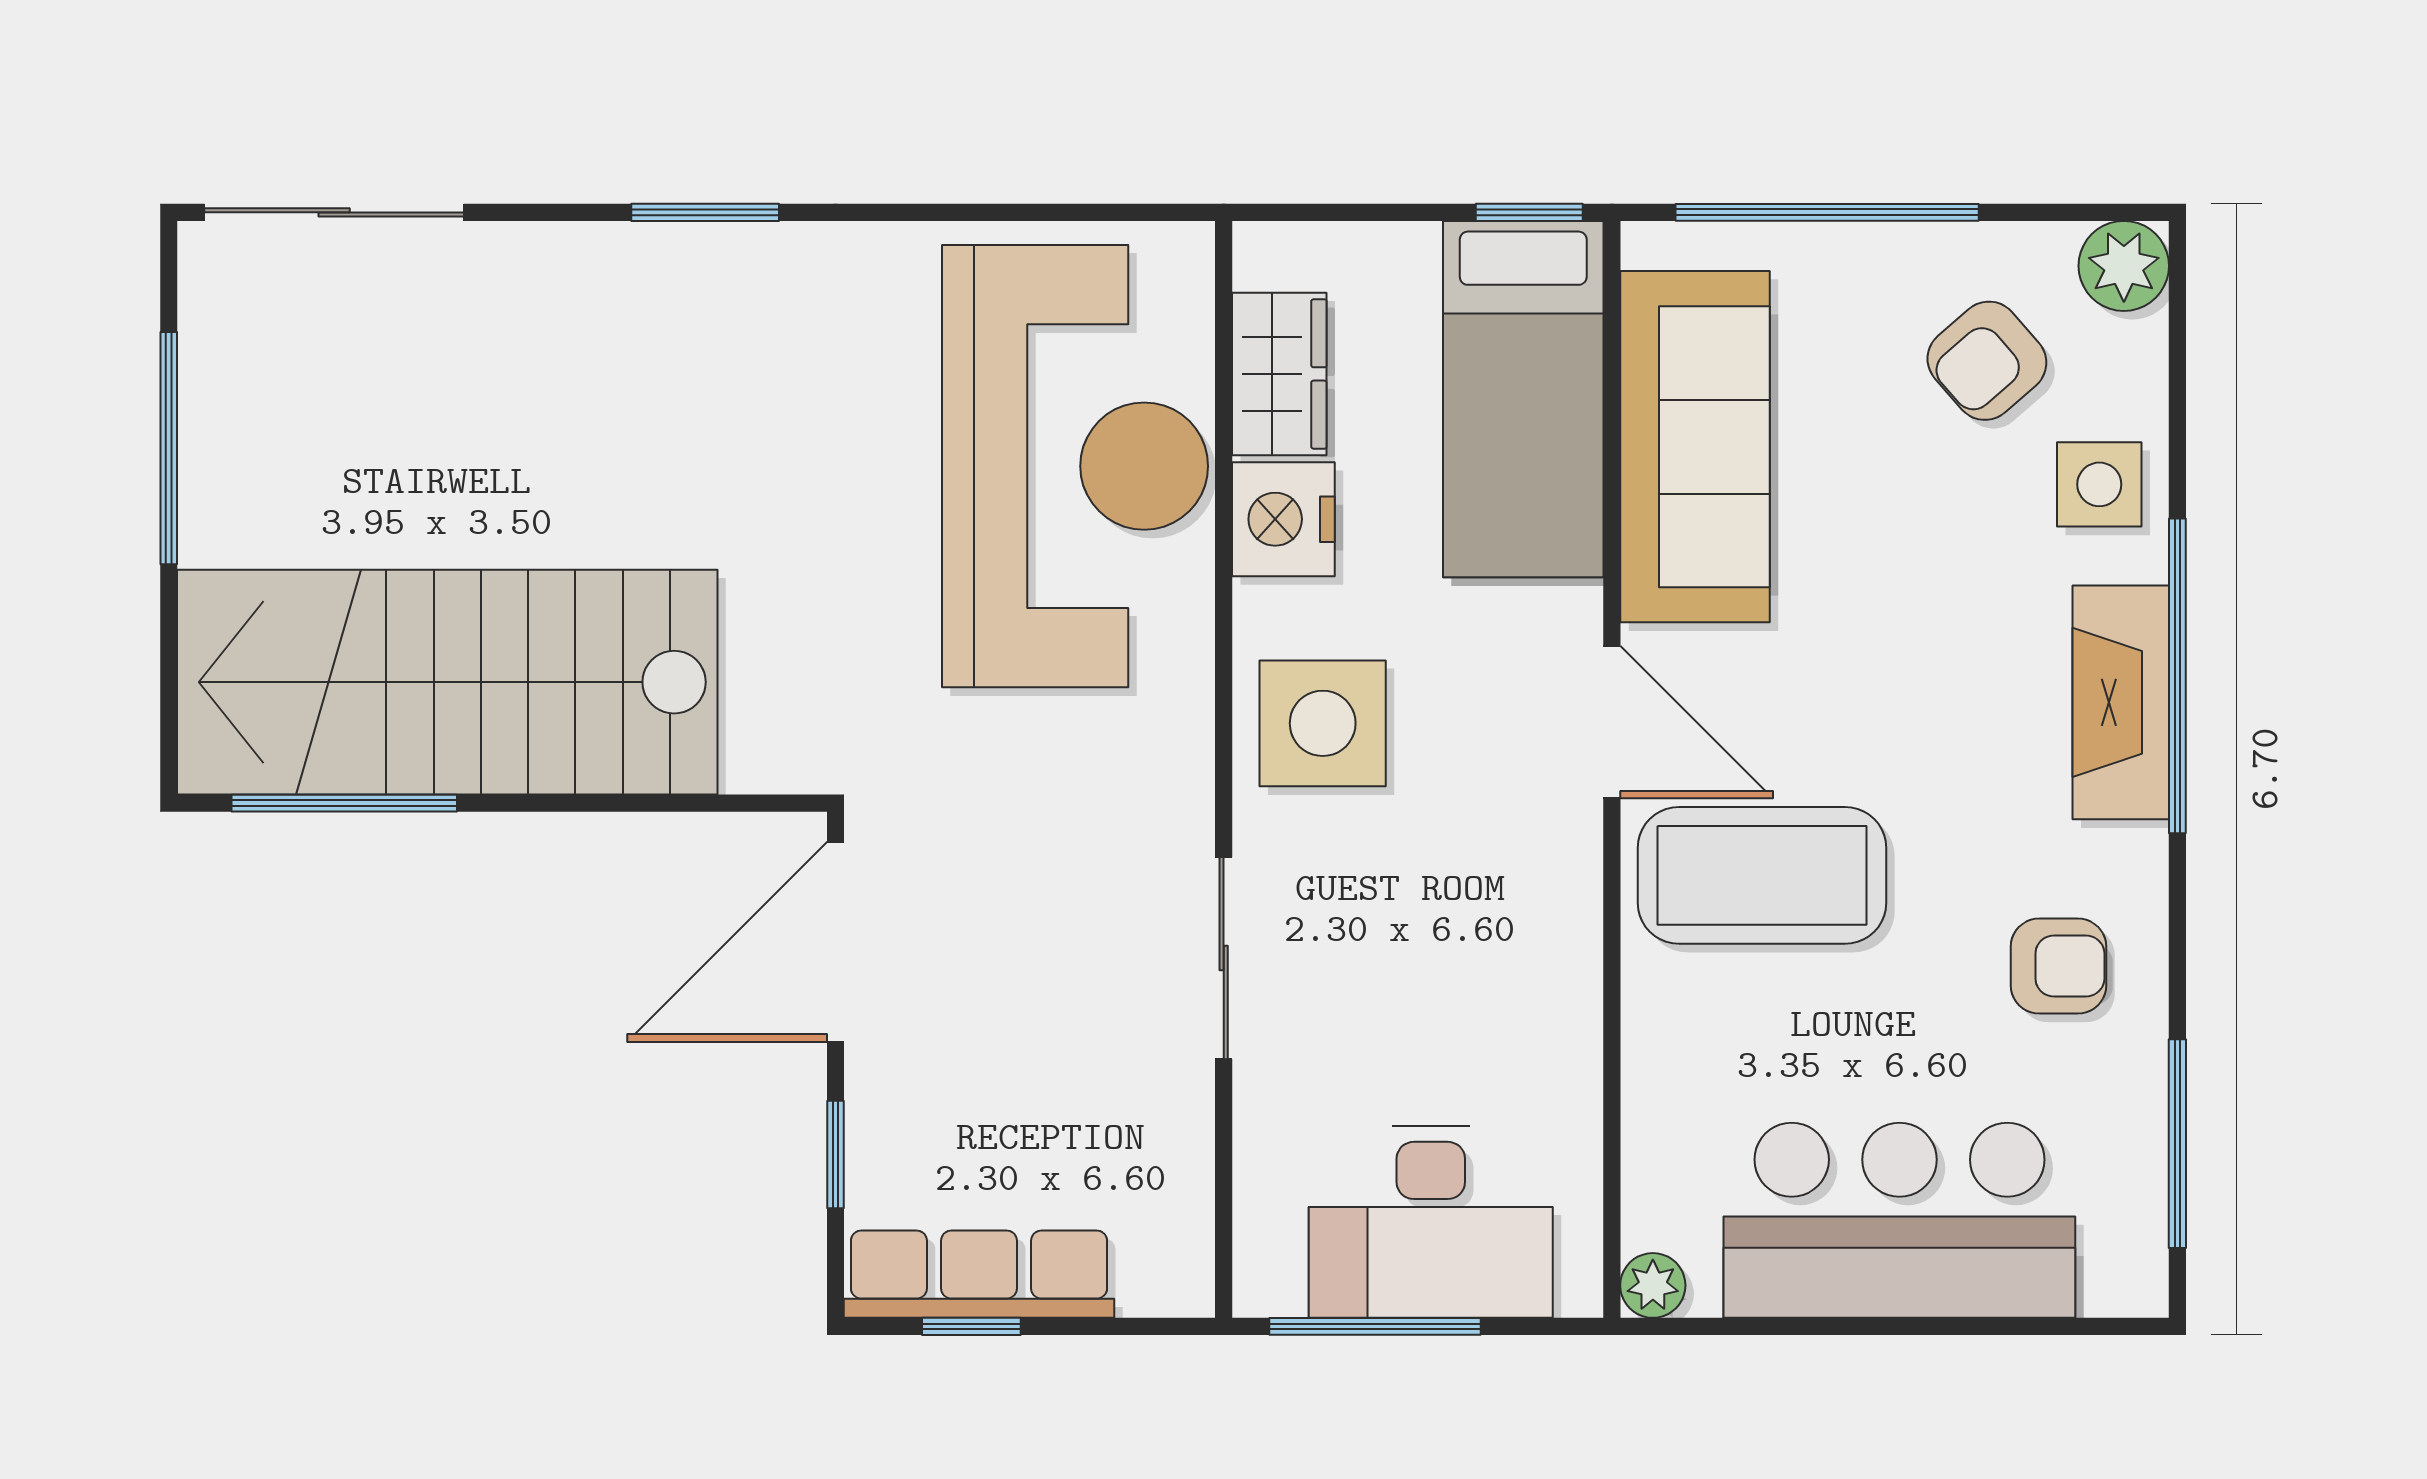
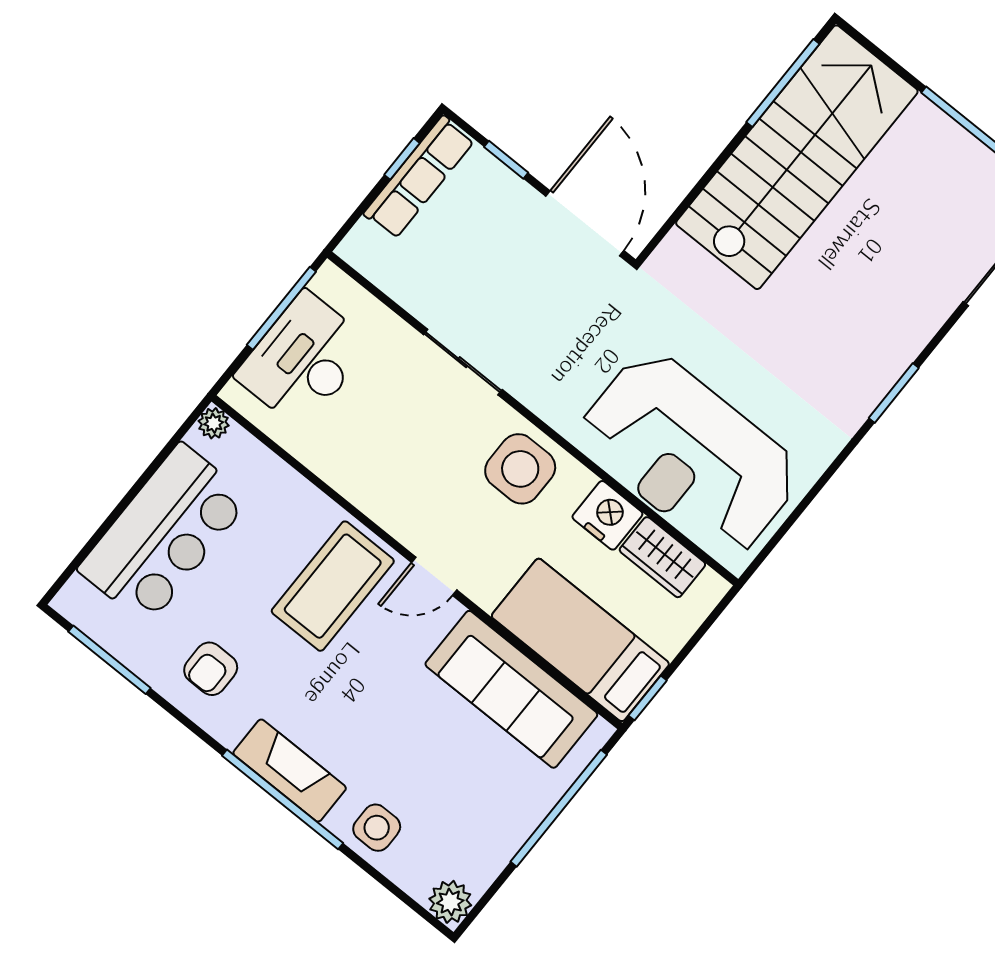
armchair: (1987, 361) -> (456, 823), removed
door: (1612, 722) -> (434, 576), width x0.73

